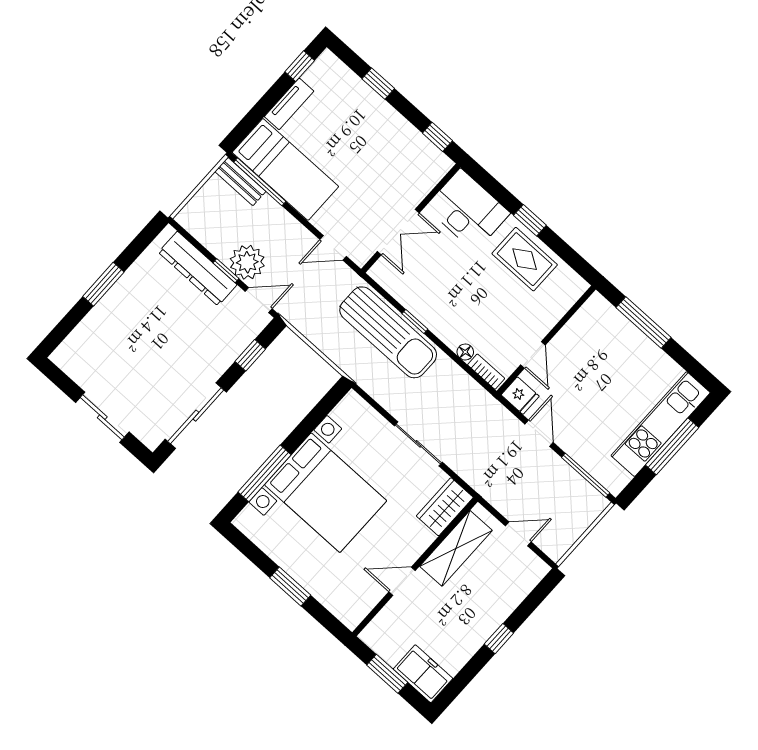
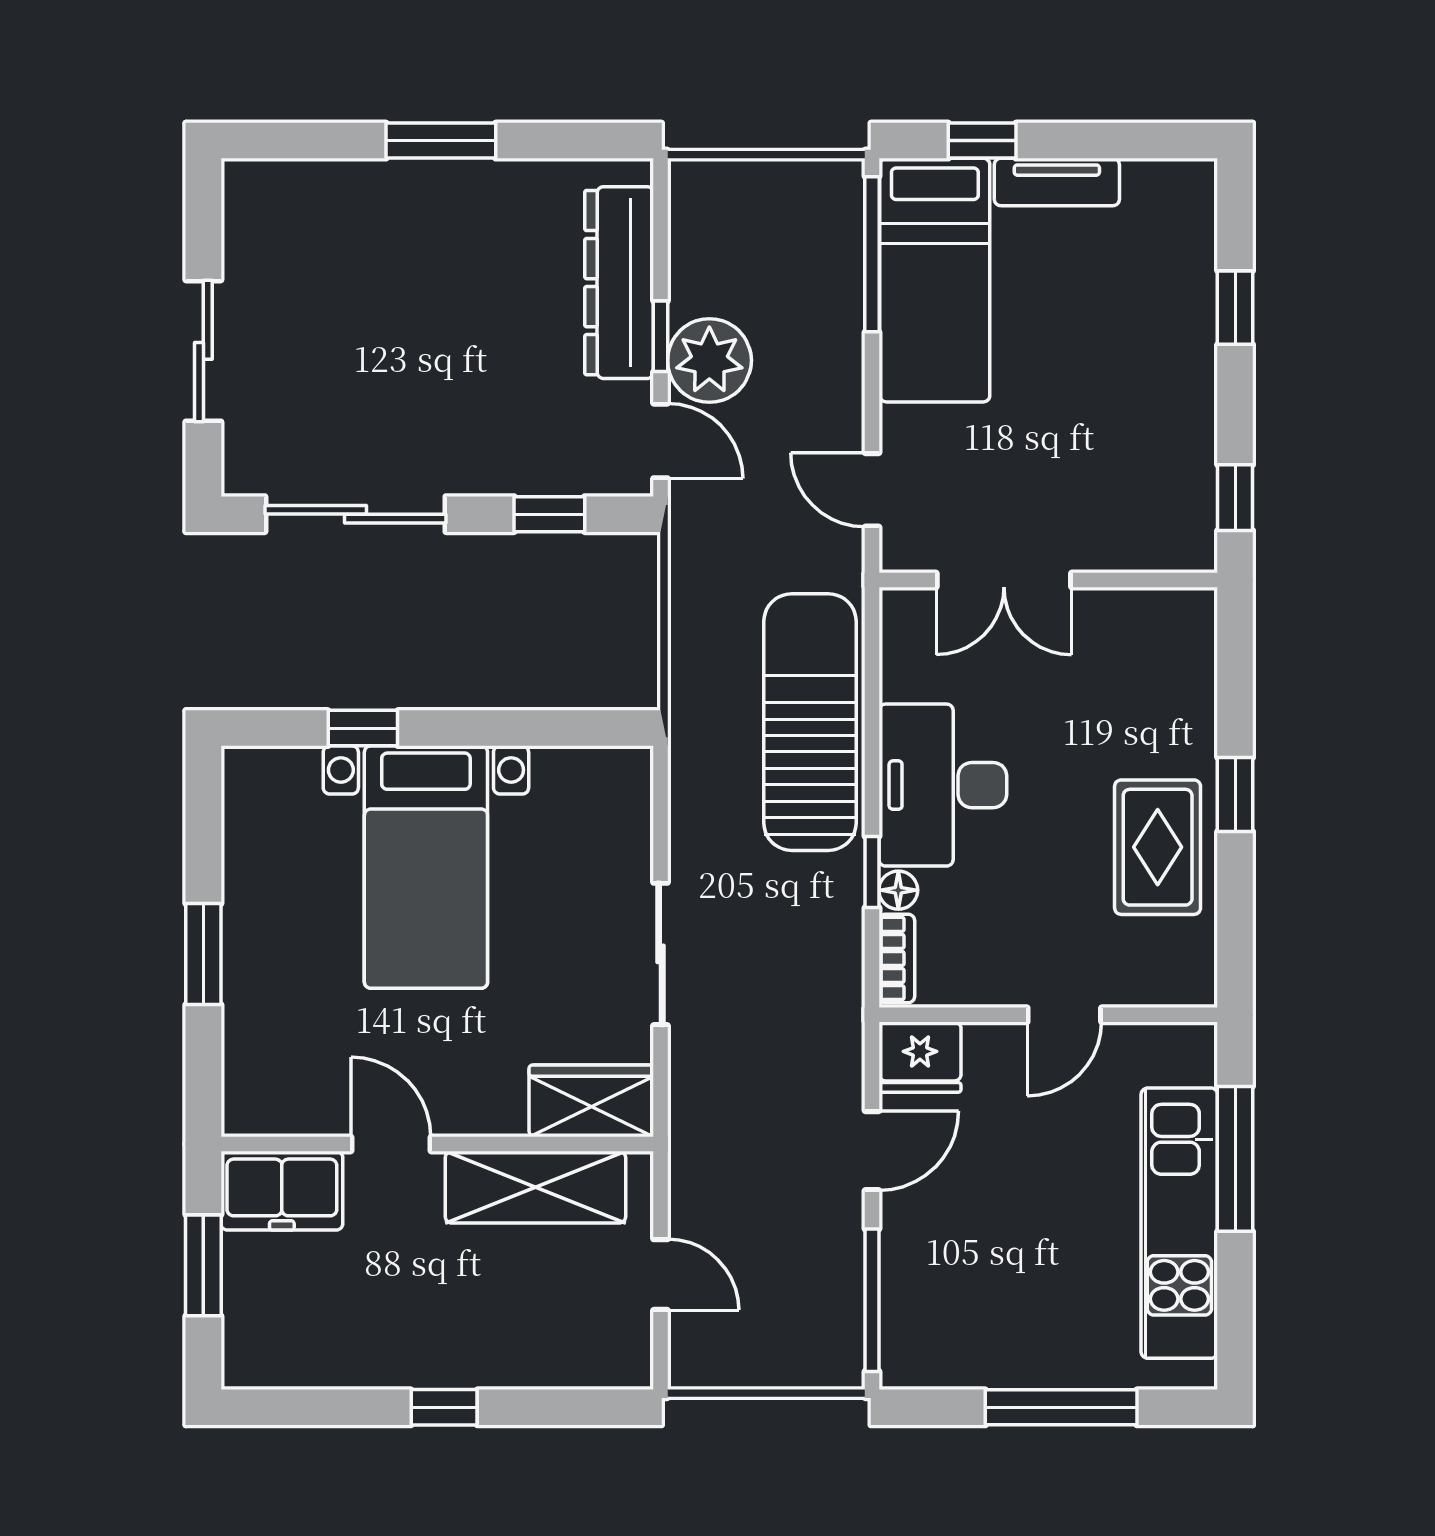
window: (300, 66) -> (982, 141), moved
bench: (240, 181) -> (842, 219), removed
desk: (468, 210) -> (943, 785), moved, turned 180
window: (415, 321) -> (872, 872), moved
sun lounger: (388, 332) -> (810, 722), turned 180
door: (533, 355) -> (1064, 1015), moved
fridge: (520, 396) -> (920, 1057), width x1.38
kitchen unit: (661, 424) -> (1179, 1223), moved, turned -90
window: (265, 473) -> (363, 728), width x0.46
bed with nightstands: (326, 493) -> (426, 867), width x0.73
freezer: (423, 674) -> (282, 1191), moved, turned 90

